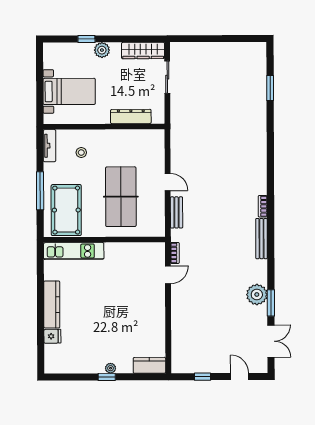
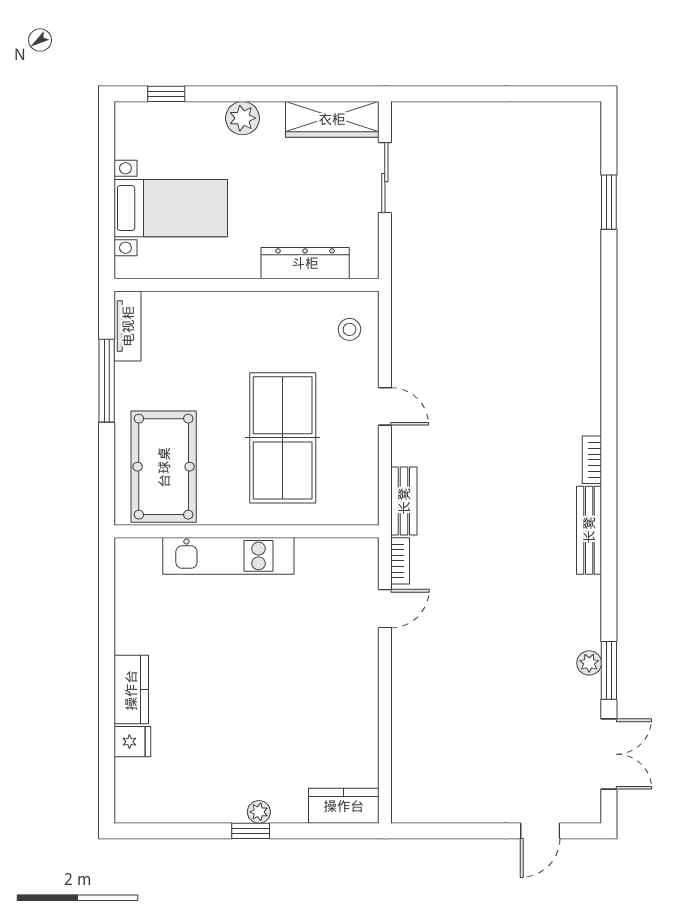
window: (86, 39) -> (166, 94), moved
stool: (81, 153) -> (349, 329), moved
window: (40, 191) -> (107, 381), moved
bench: (177, 212) -> (404, 501), moved
kitchen unit: (74, 251) -> (228, 556), moved
plant: (257, 295) -> (589, 663), width x0.53, depth x0.53
kitchen counter: (52, 304) -> (131, 690), width x0.67
door: (240, 376) -> (540, 831), swing flipped
window: (203, 377) -> (459, 831), removed

